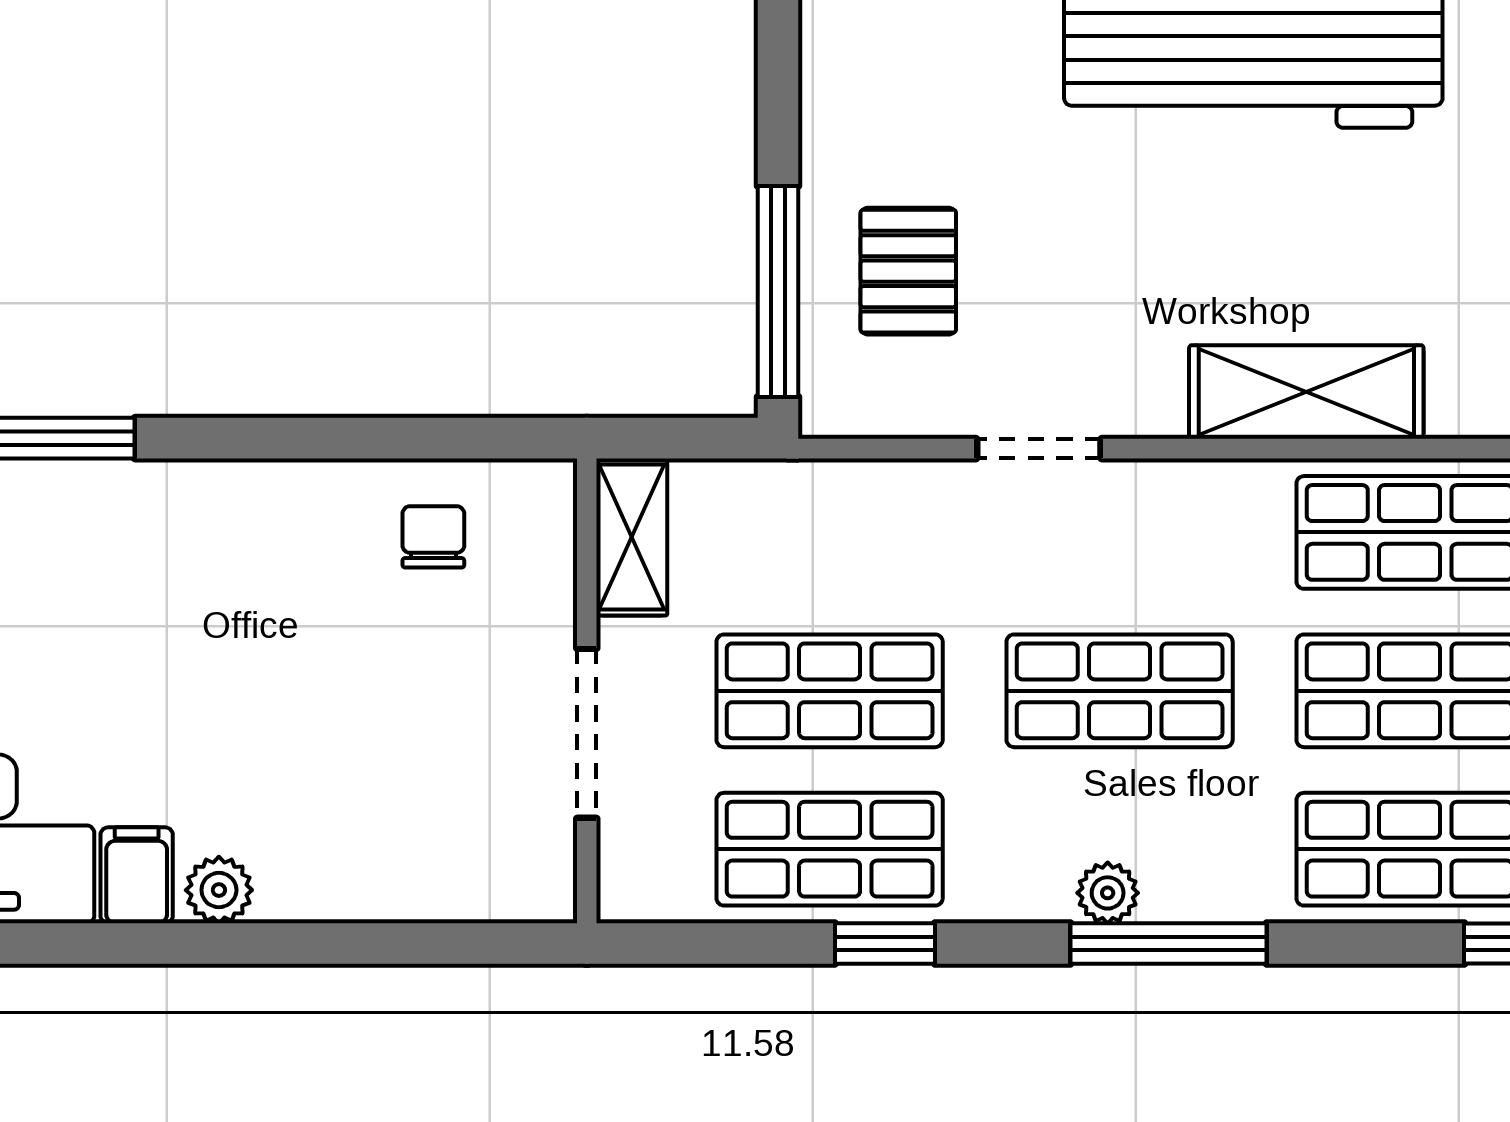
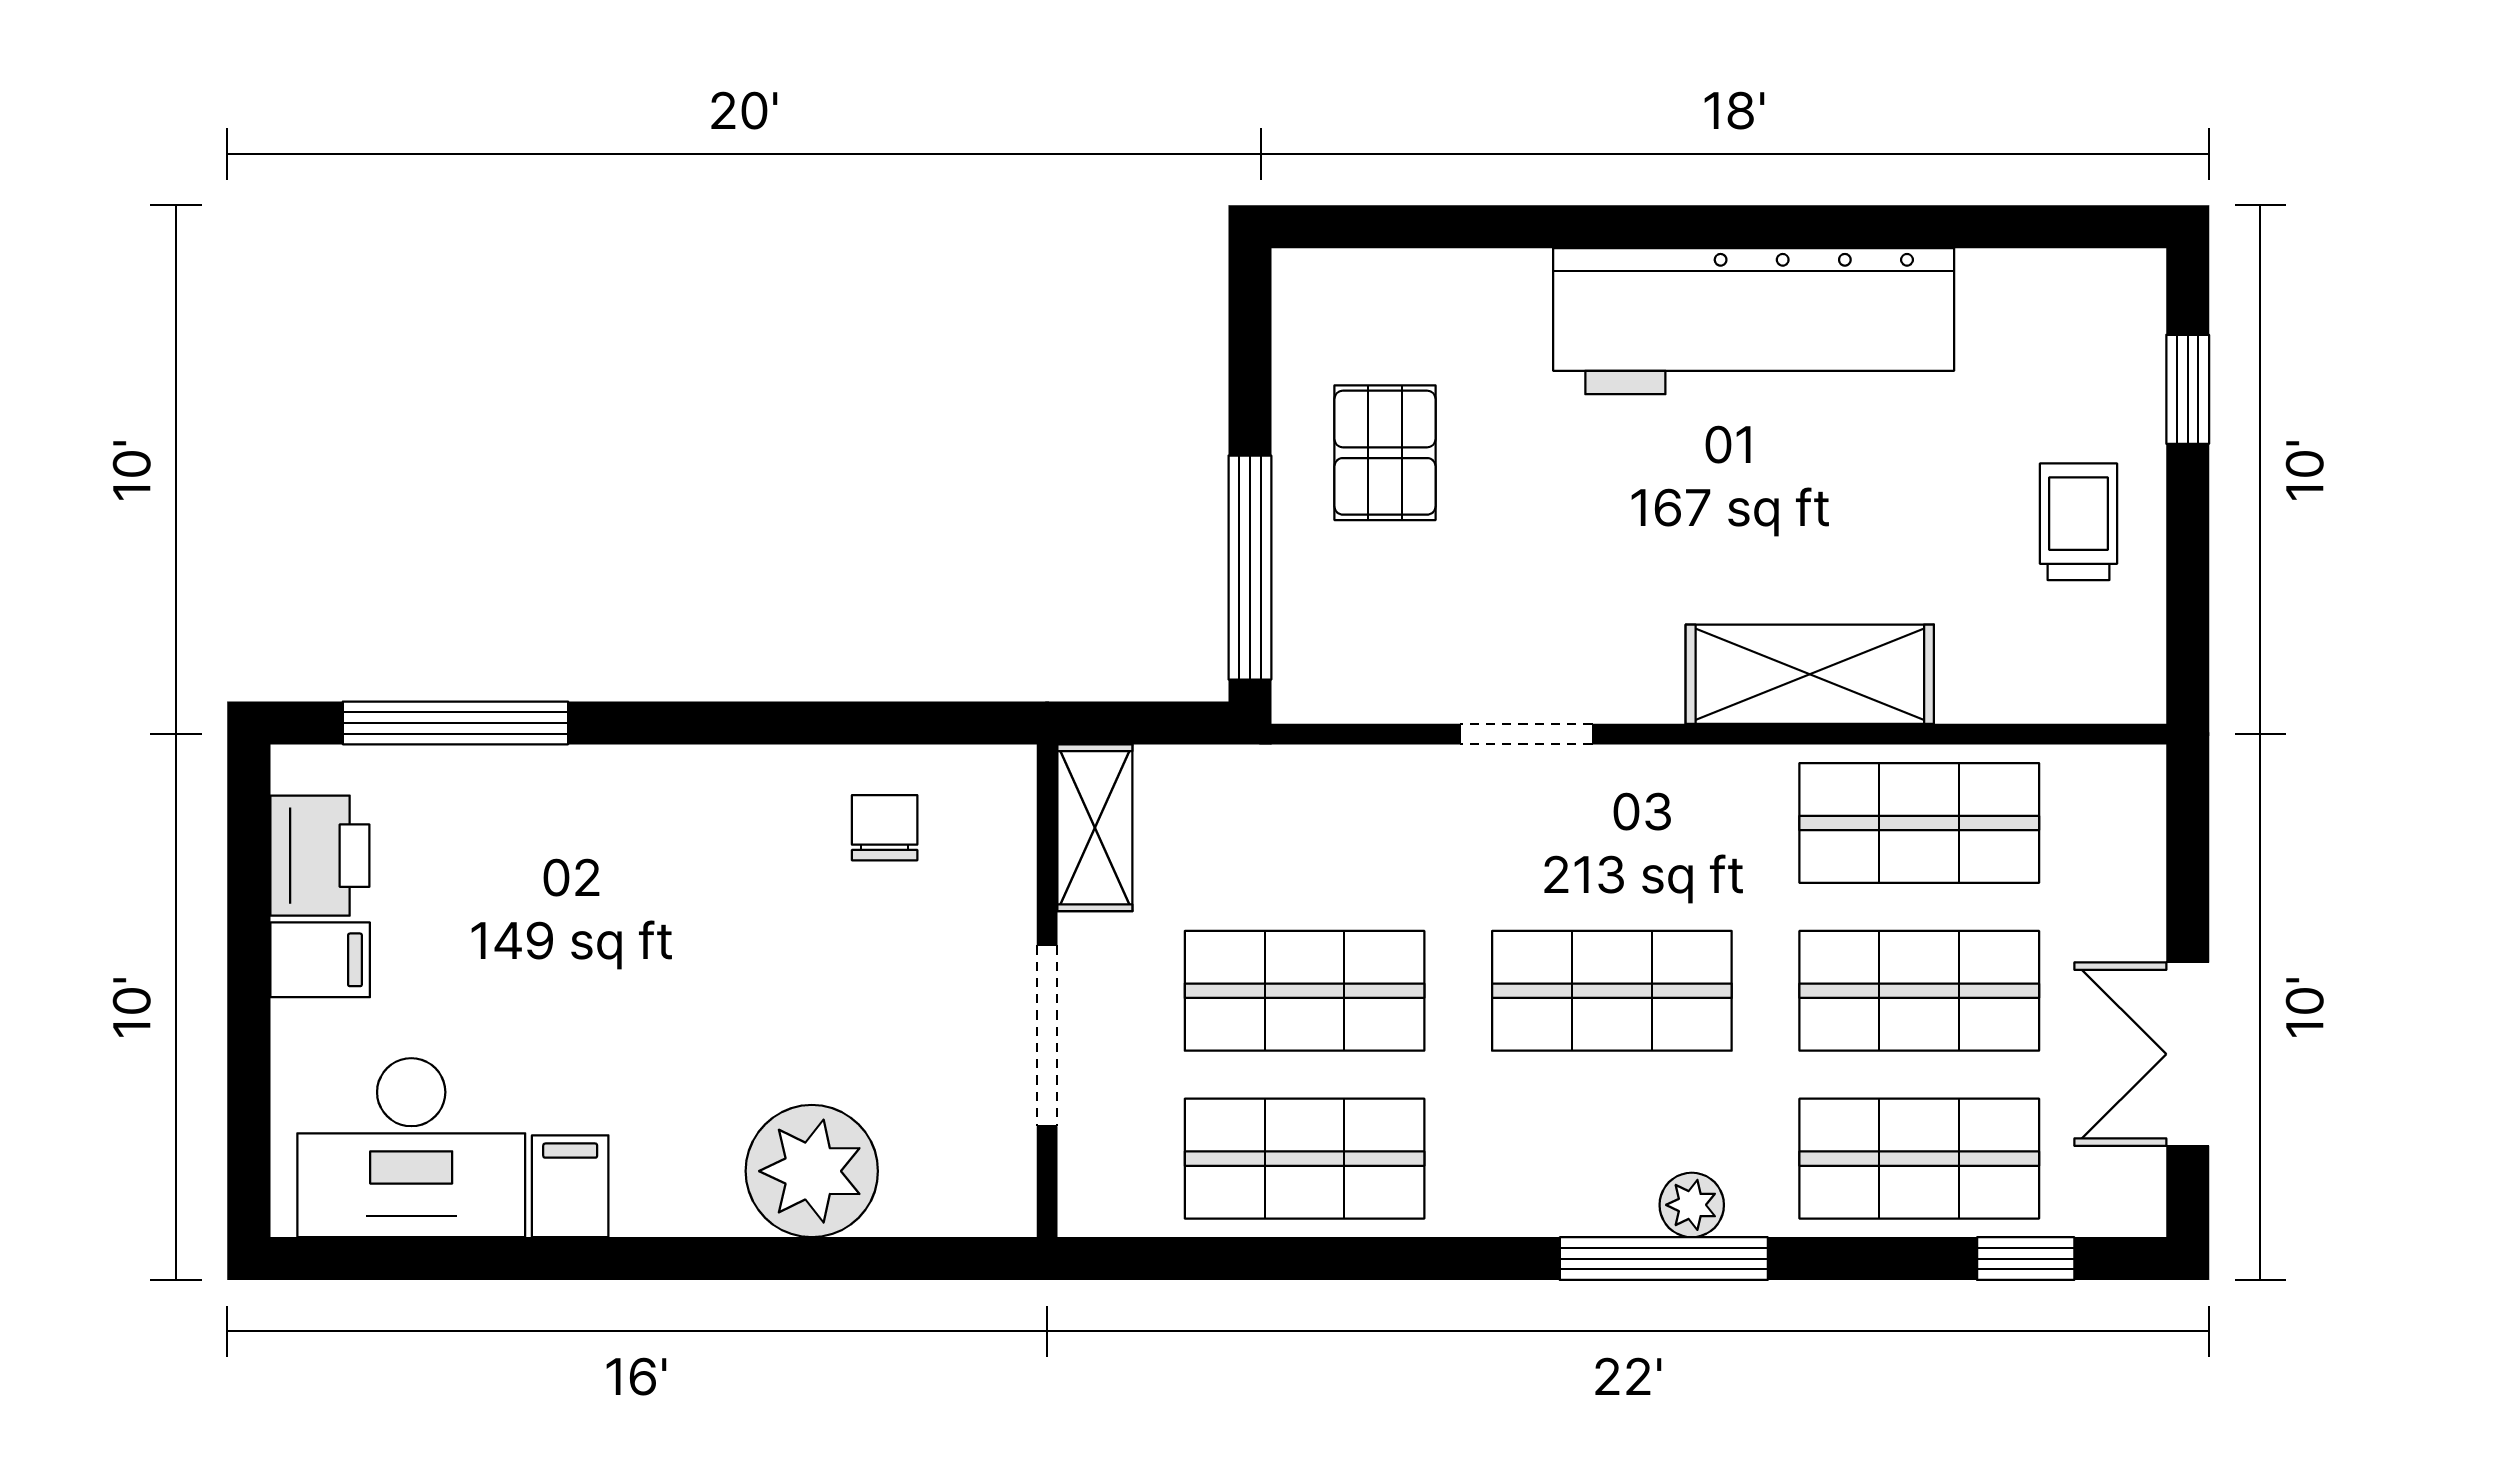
pallet: (908, 271) -> (1385, 453), moved
plant: (219, 890) -> (812, 1171), moved, width x1.88, depth x1.88
plant: (1108, 893) -> (1692, 1205), moved
window: (885, 944) -> (1363, 1259), removed

